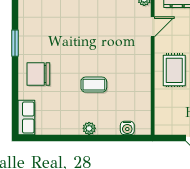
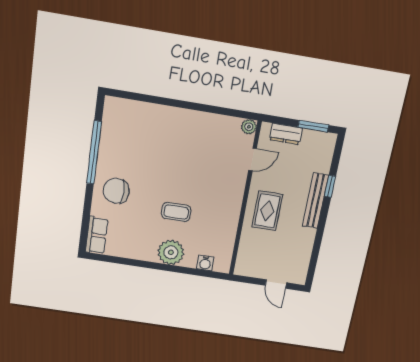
window: (15, 43) -> (94, 153), width x2.11
plant: (89, 128) -> (171, 252), width x1.88, depth x1.88

